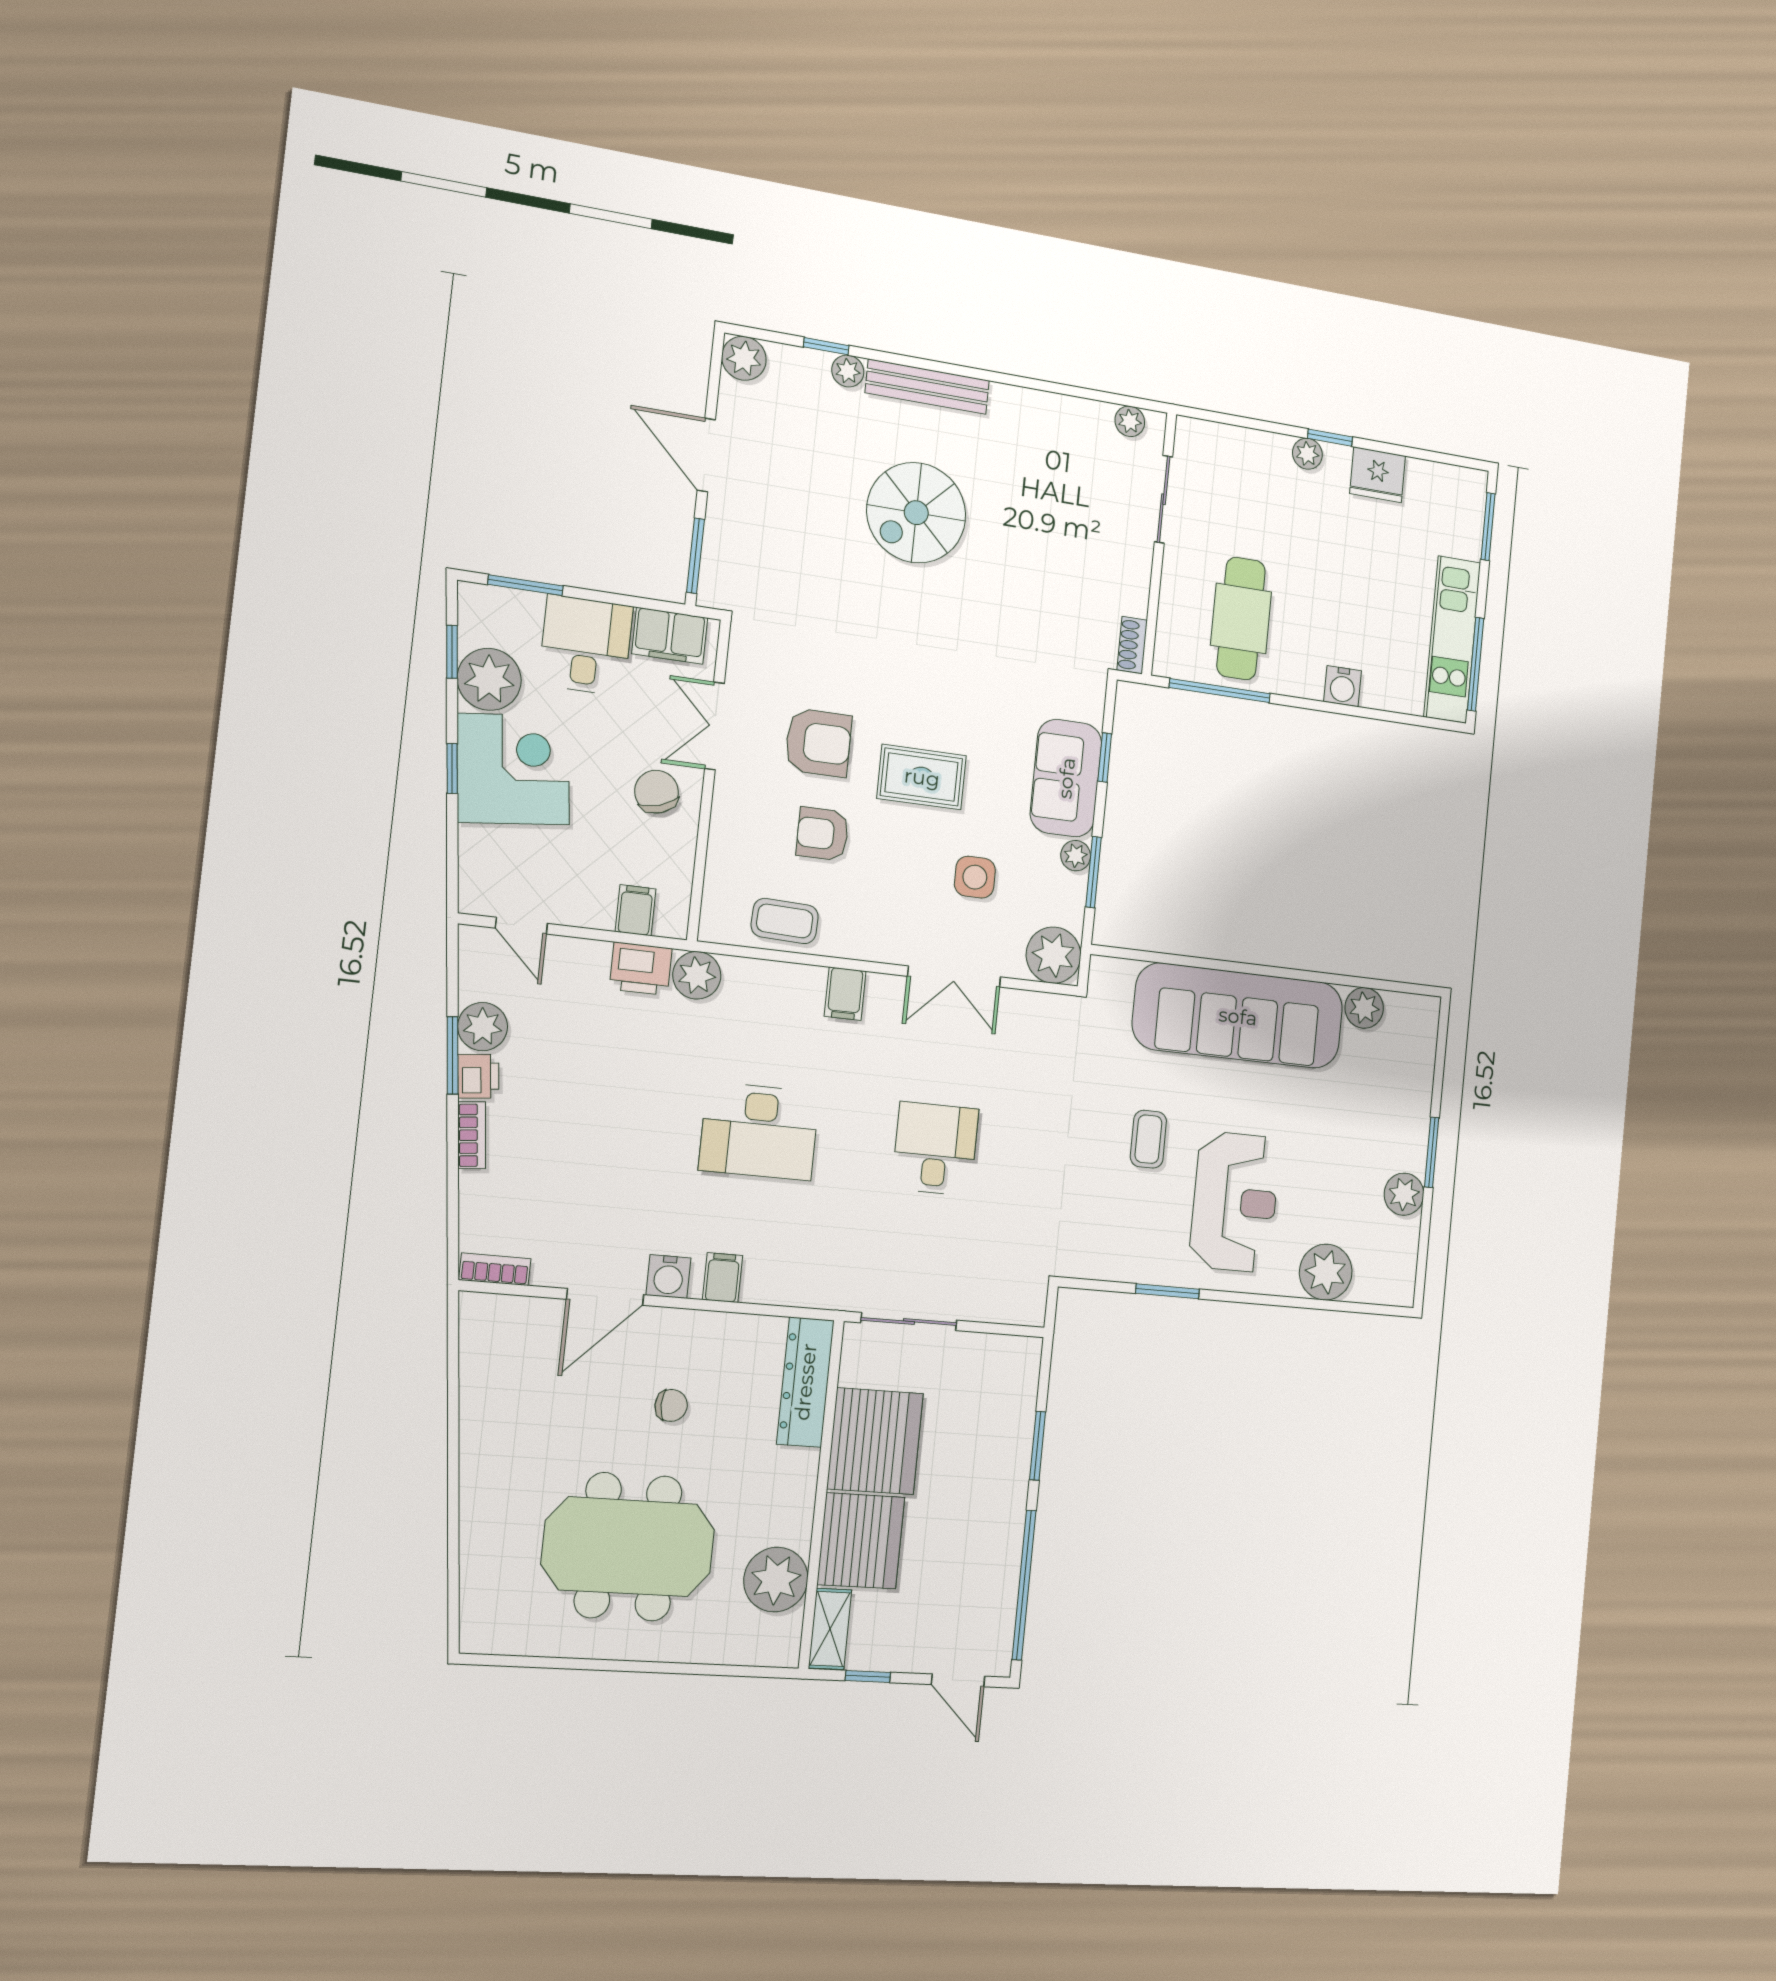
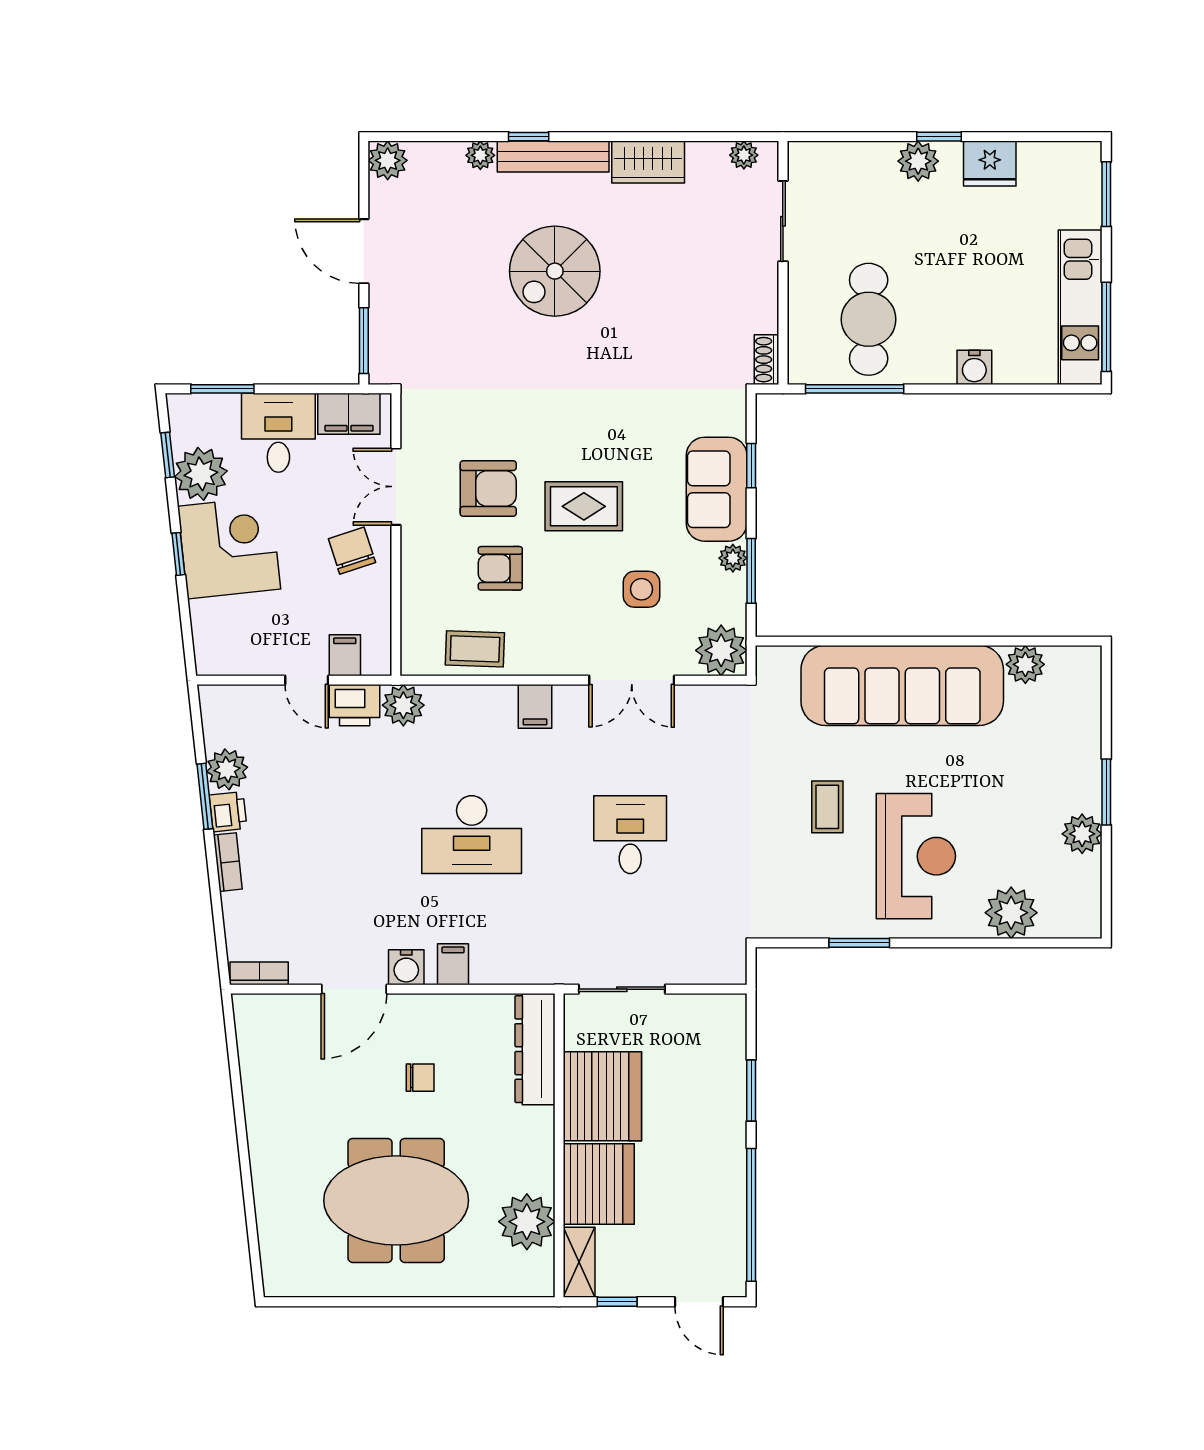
window: (826, 346) -> (529, 137), moved
wardrobe: (1029, 411) -> (648, 162), added
plant: (1307, 454) -> (918, 161), width x1.38, depth x1.38
door: (521, 926) -> (307, 680), moved

